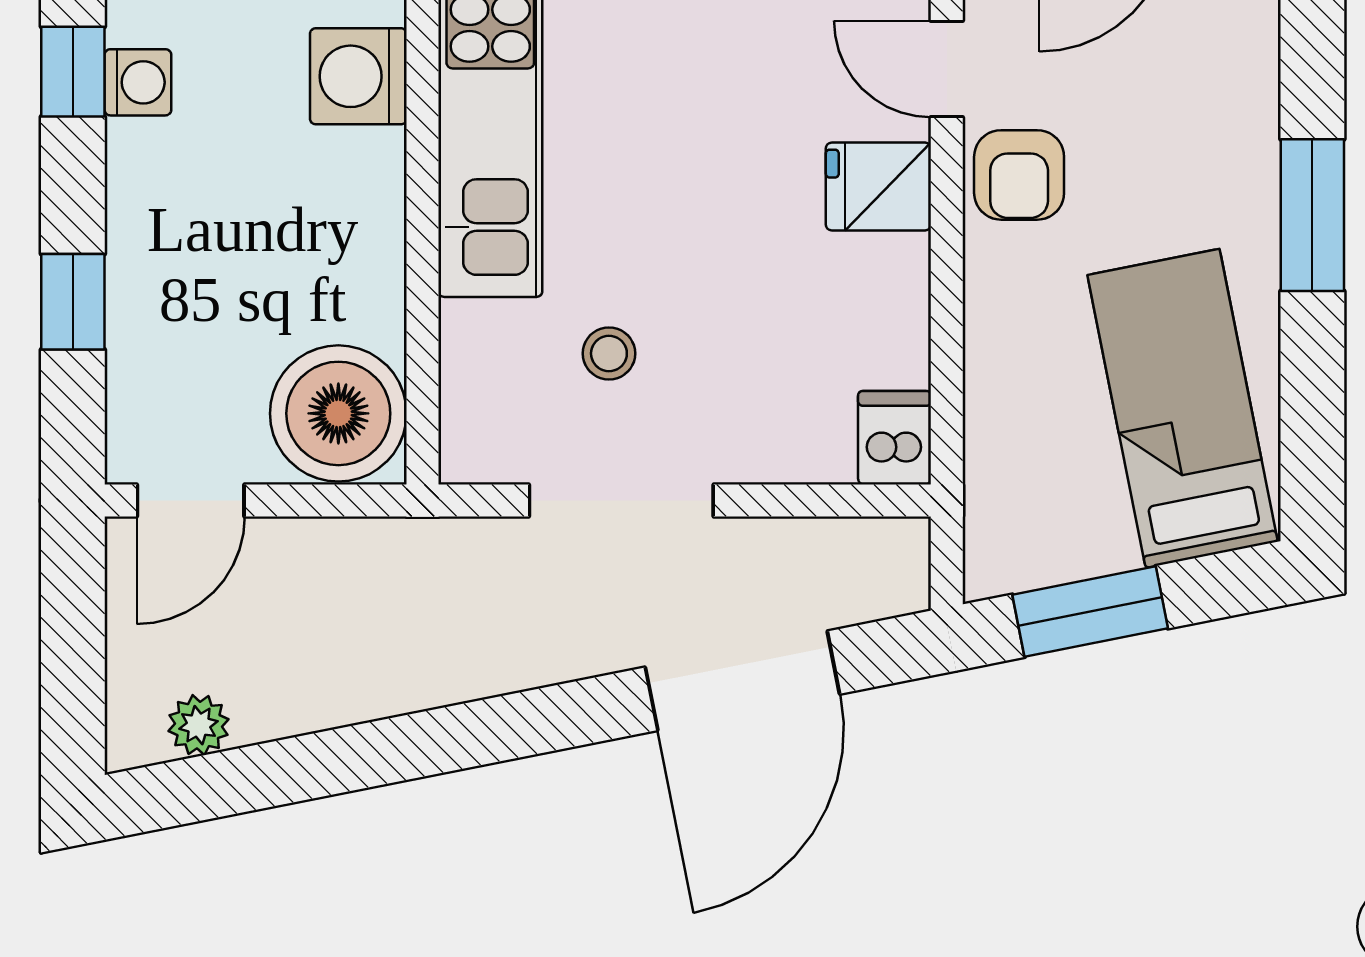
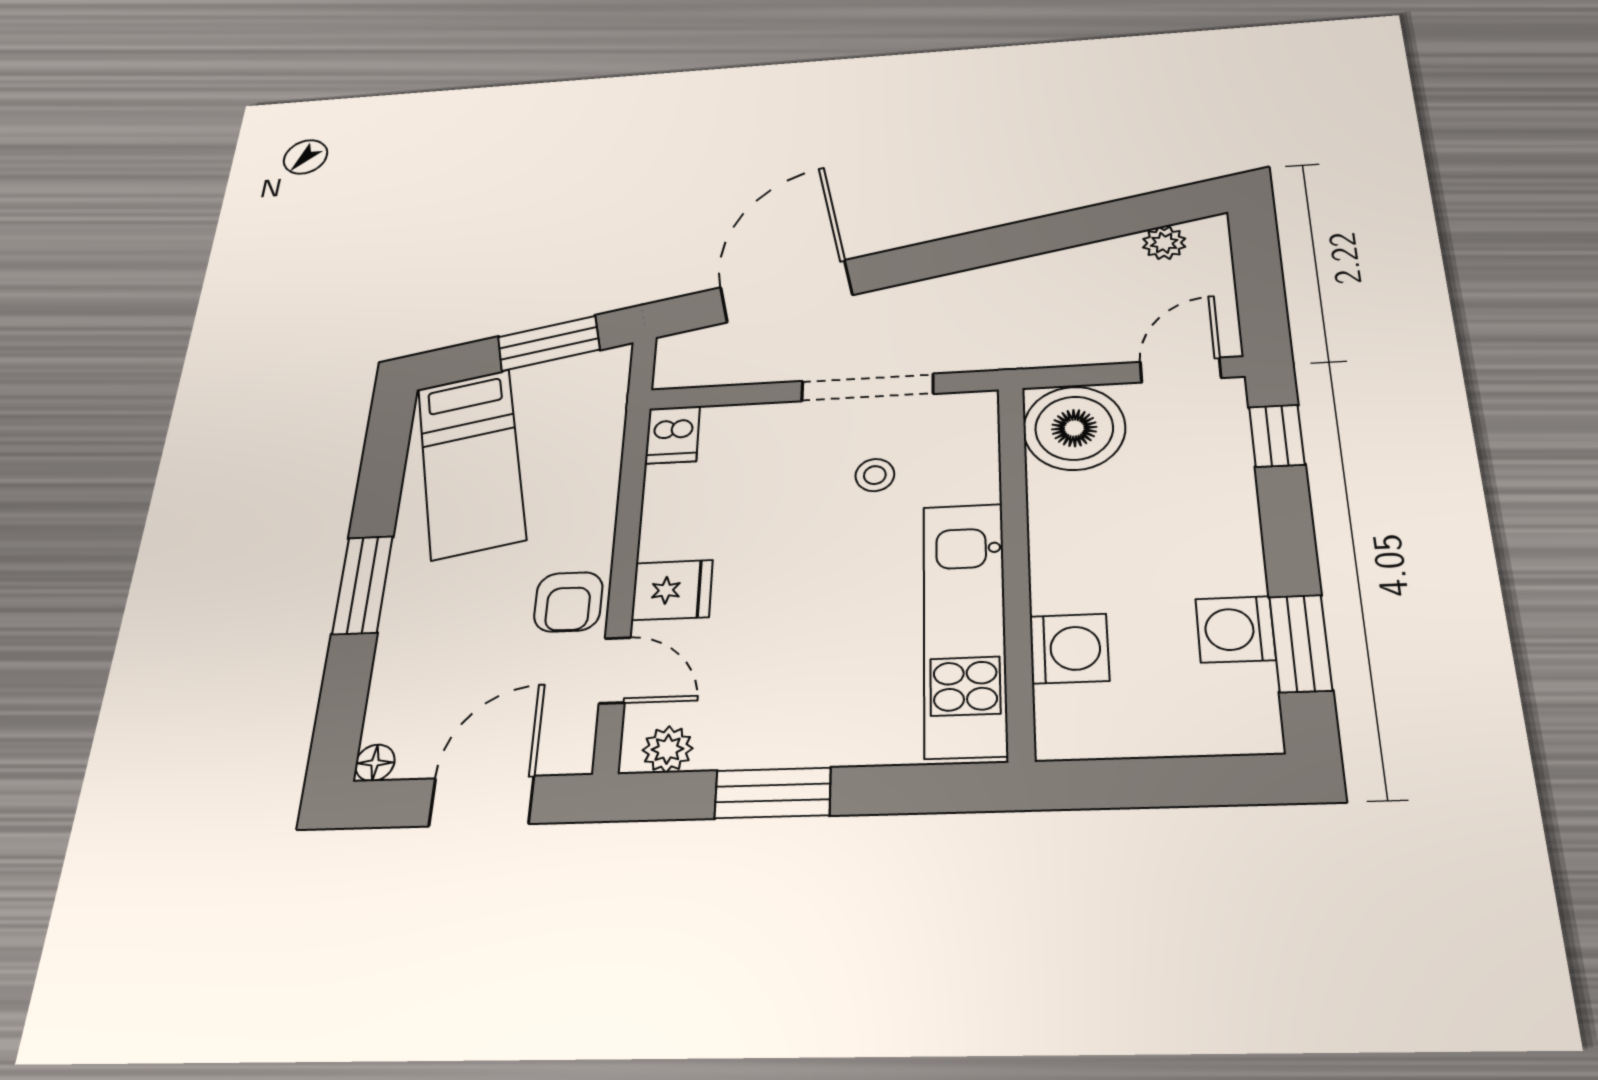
window: (73, 72) -> (1301, 643), width x1.50
washing machine: (138, 82) -> (1235, 629), width x1.38, depth x1.38
armchair: (1019, 175) -> (568, 602), turned 180
window: (73, 302) -> (1277, 436), moved

